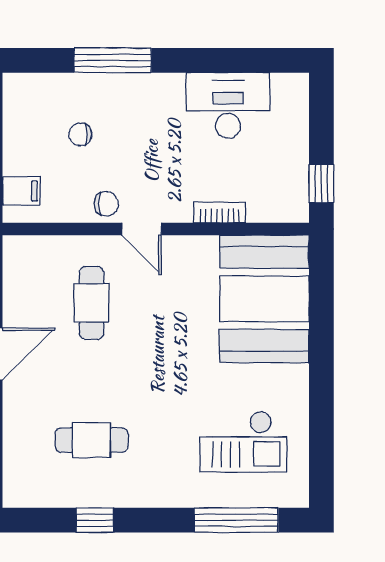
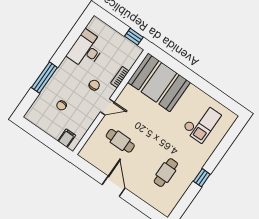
chair: (106, 204) -> (94, 85), moved
window: (95, 520) -> (202, 178), moved
window: (236, 520) -> (226, 143), removed

